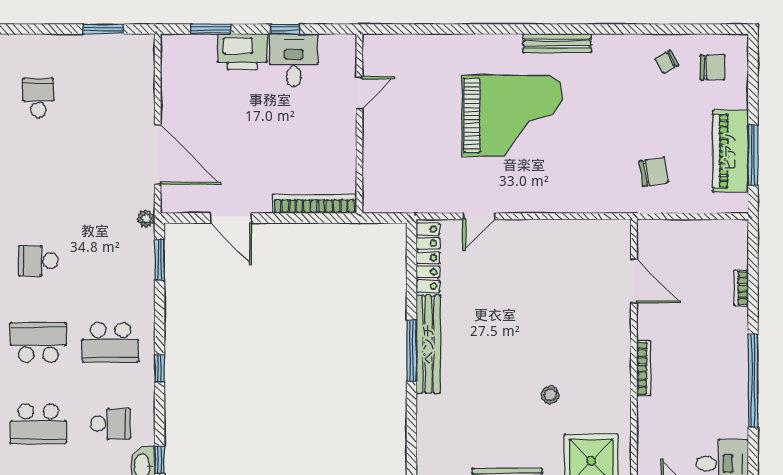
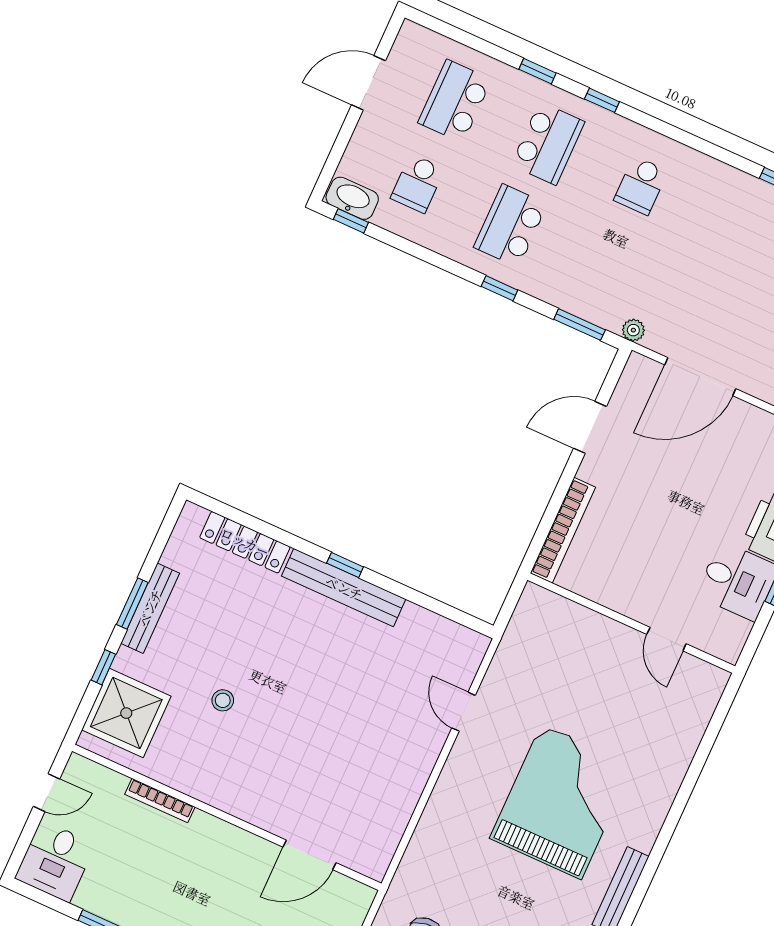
grand piano: (512, 115) -> (561, 802), turned 180
locker: (428, 258) -> (245, 542), moved
school desk: (38, 261) -> (641, 186), turned 180
window: (411, 351) -> (345, 565), width x0.46
window: (160, 368) -> (499, 288), moved
bookcase: (644, 368) -> (160, 801), moved

